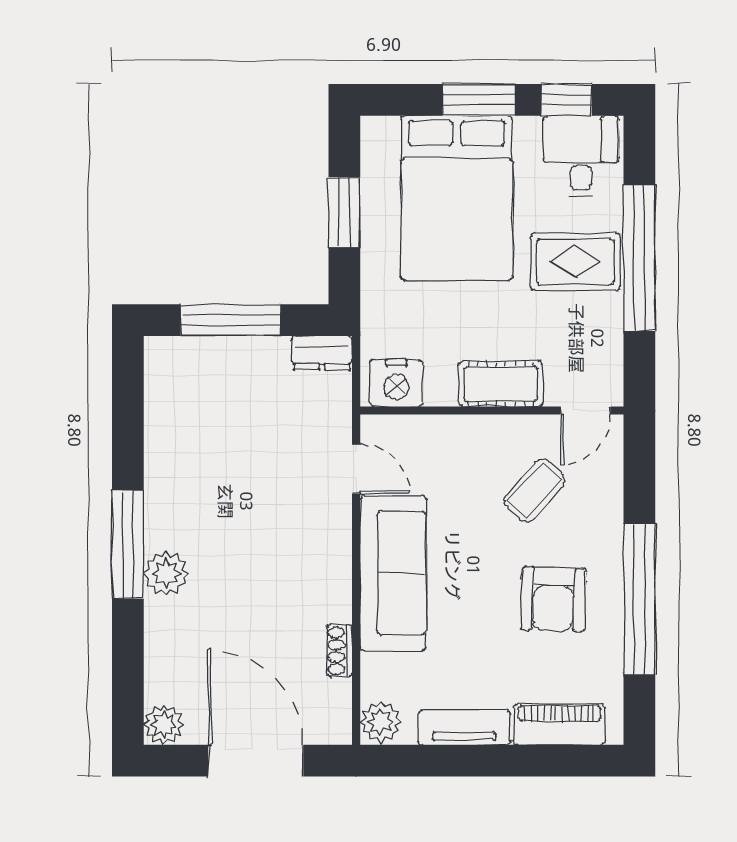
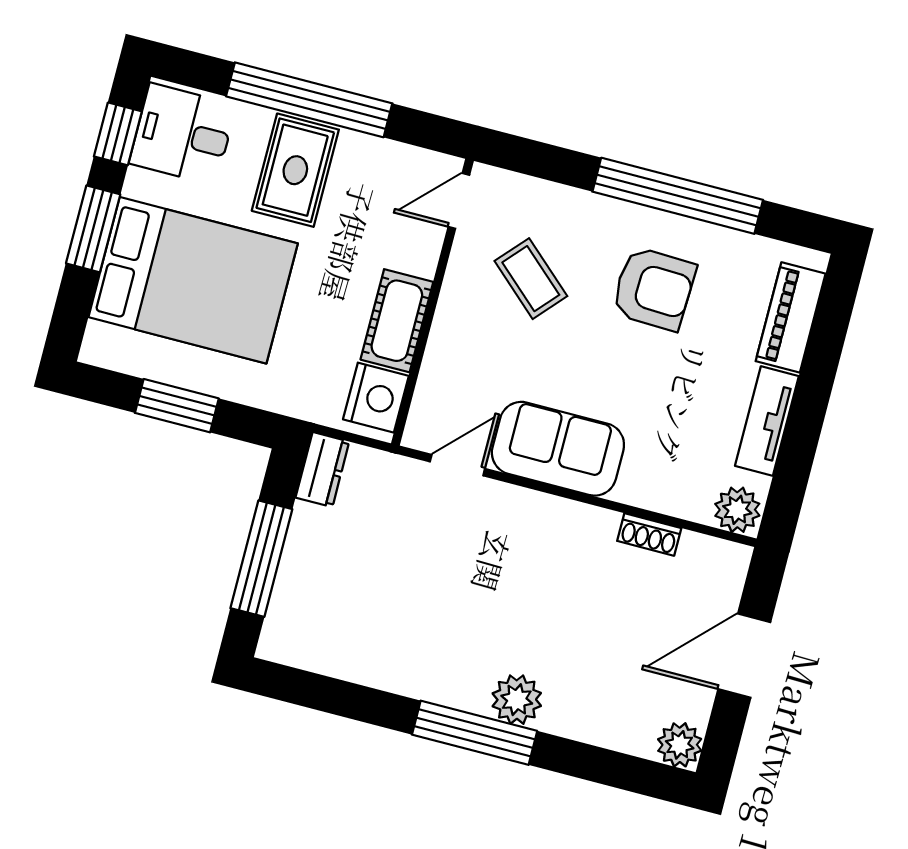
cot: (501, 384) -> (397, 321), moved
door: (586, 411) -> (459, 201), swing flipped
sofa: (393, 573) -> (558, 449), width x0.73
door: (256, 761) -> (744, 656), width x0.73

